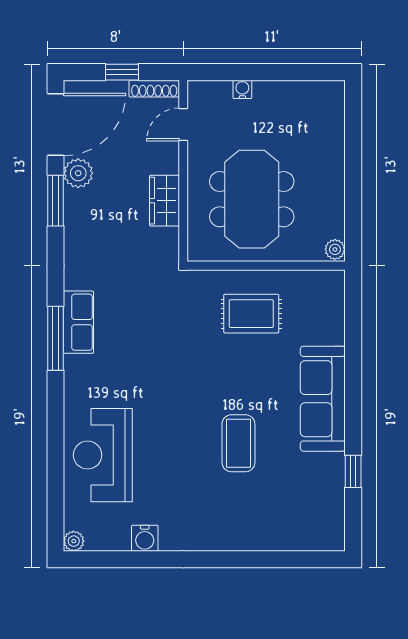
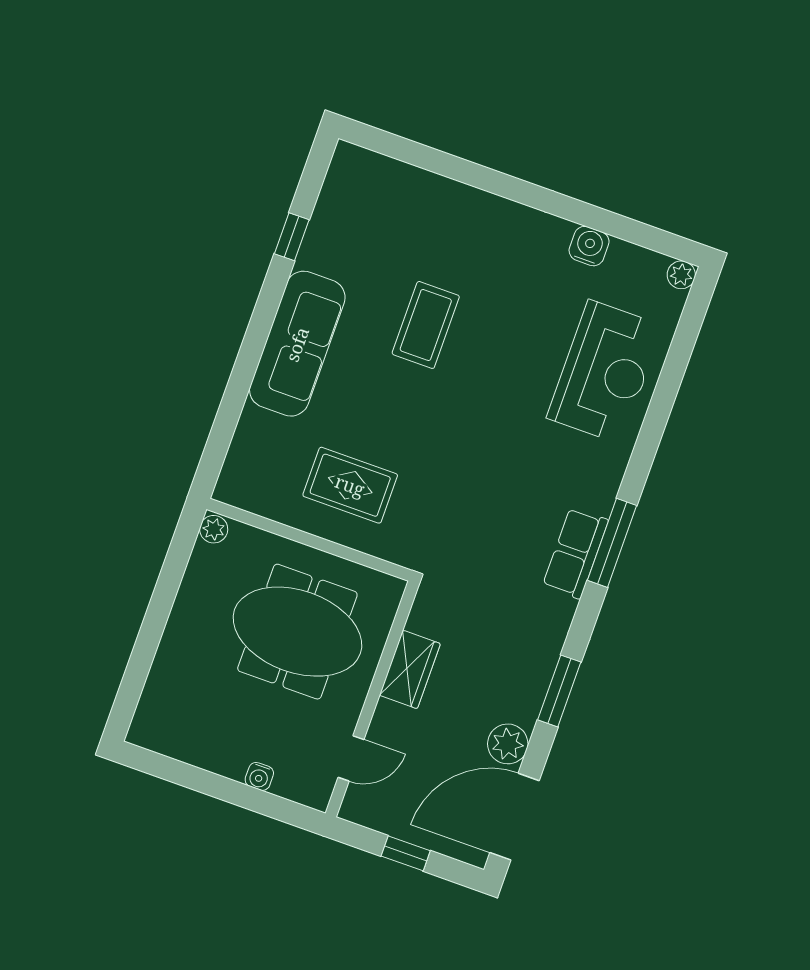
shoe rack: (154, 89) -> (372, 818), removed
meeting table: (252, 199) -> (297, 632), turned 90
window: (56, 201) -> (559, 691), moved

